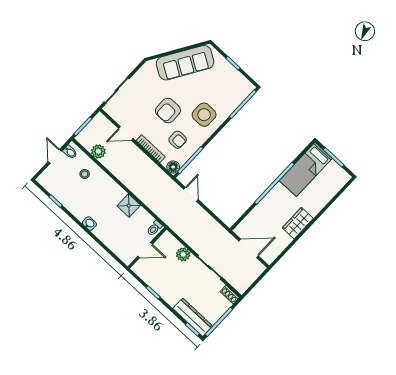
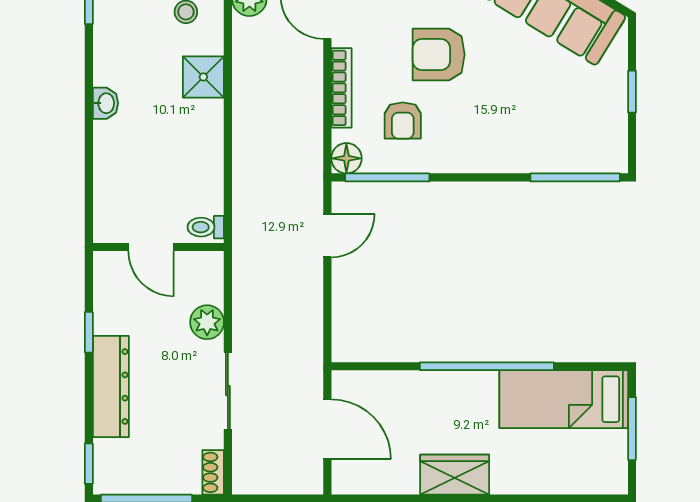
side table: (204, 115) -> (492, 126), removed
shower: (129, 206) -> (203, 77), moved
dresser: (193, 317) -> (111, 387), moved

